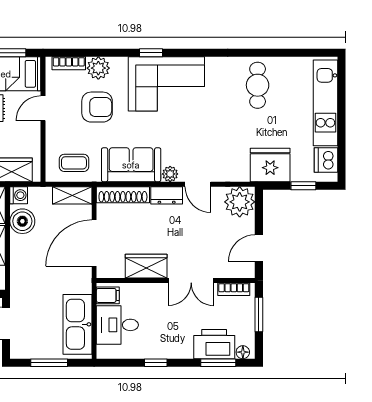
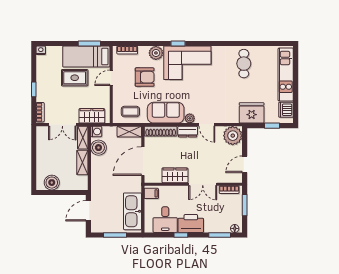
plant: (98, 68) -> (156, 53), moved
desk: (117, 325) -> (165, 220), moved, turned -90
printer: (214, 344) -> (191, 224), moved

